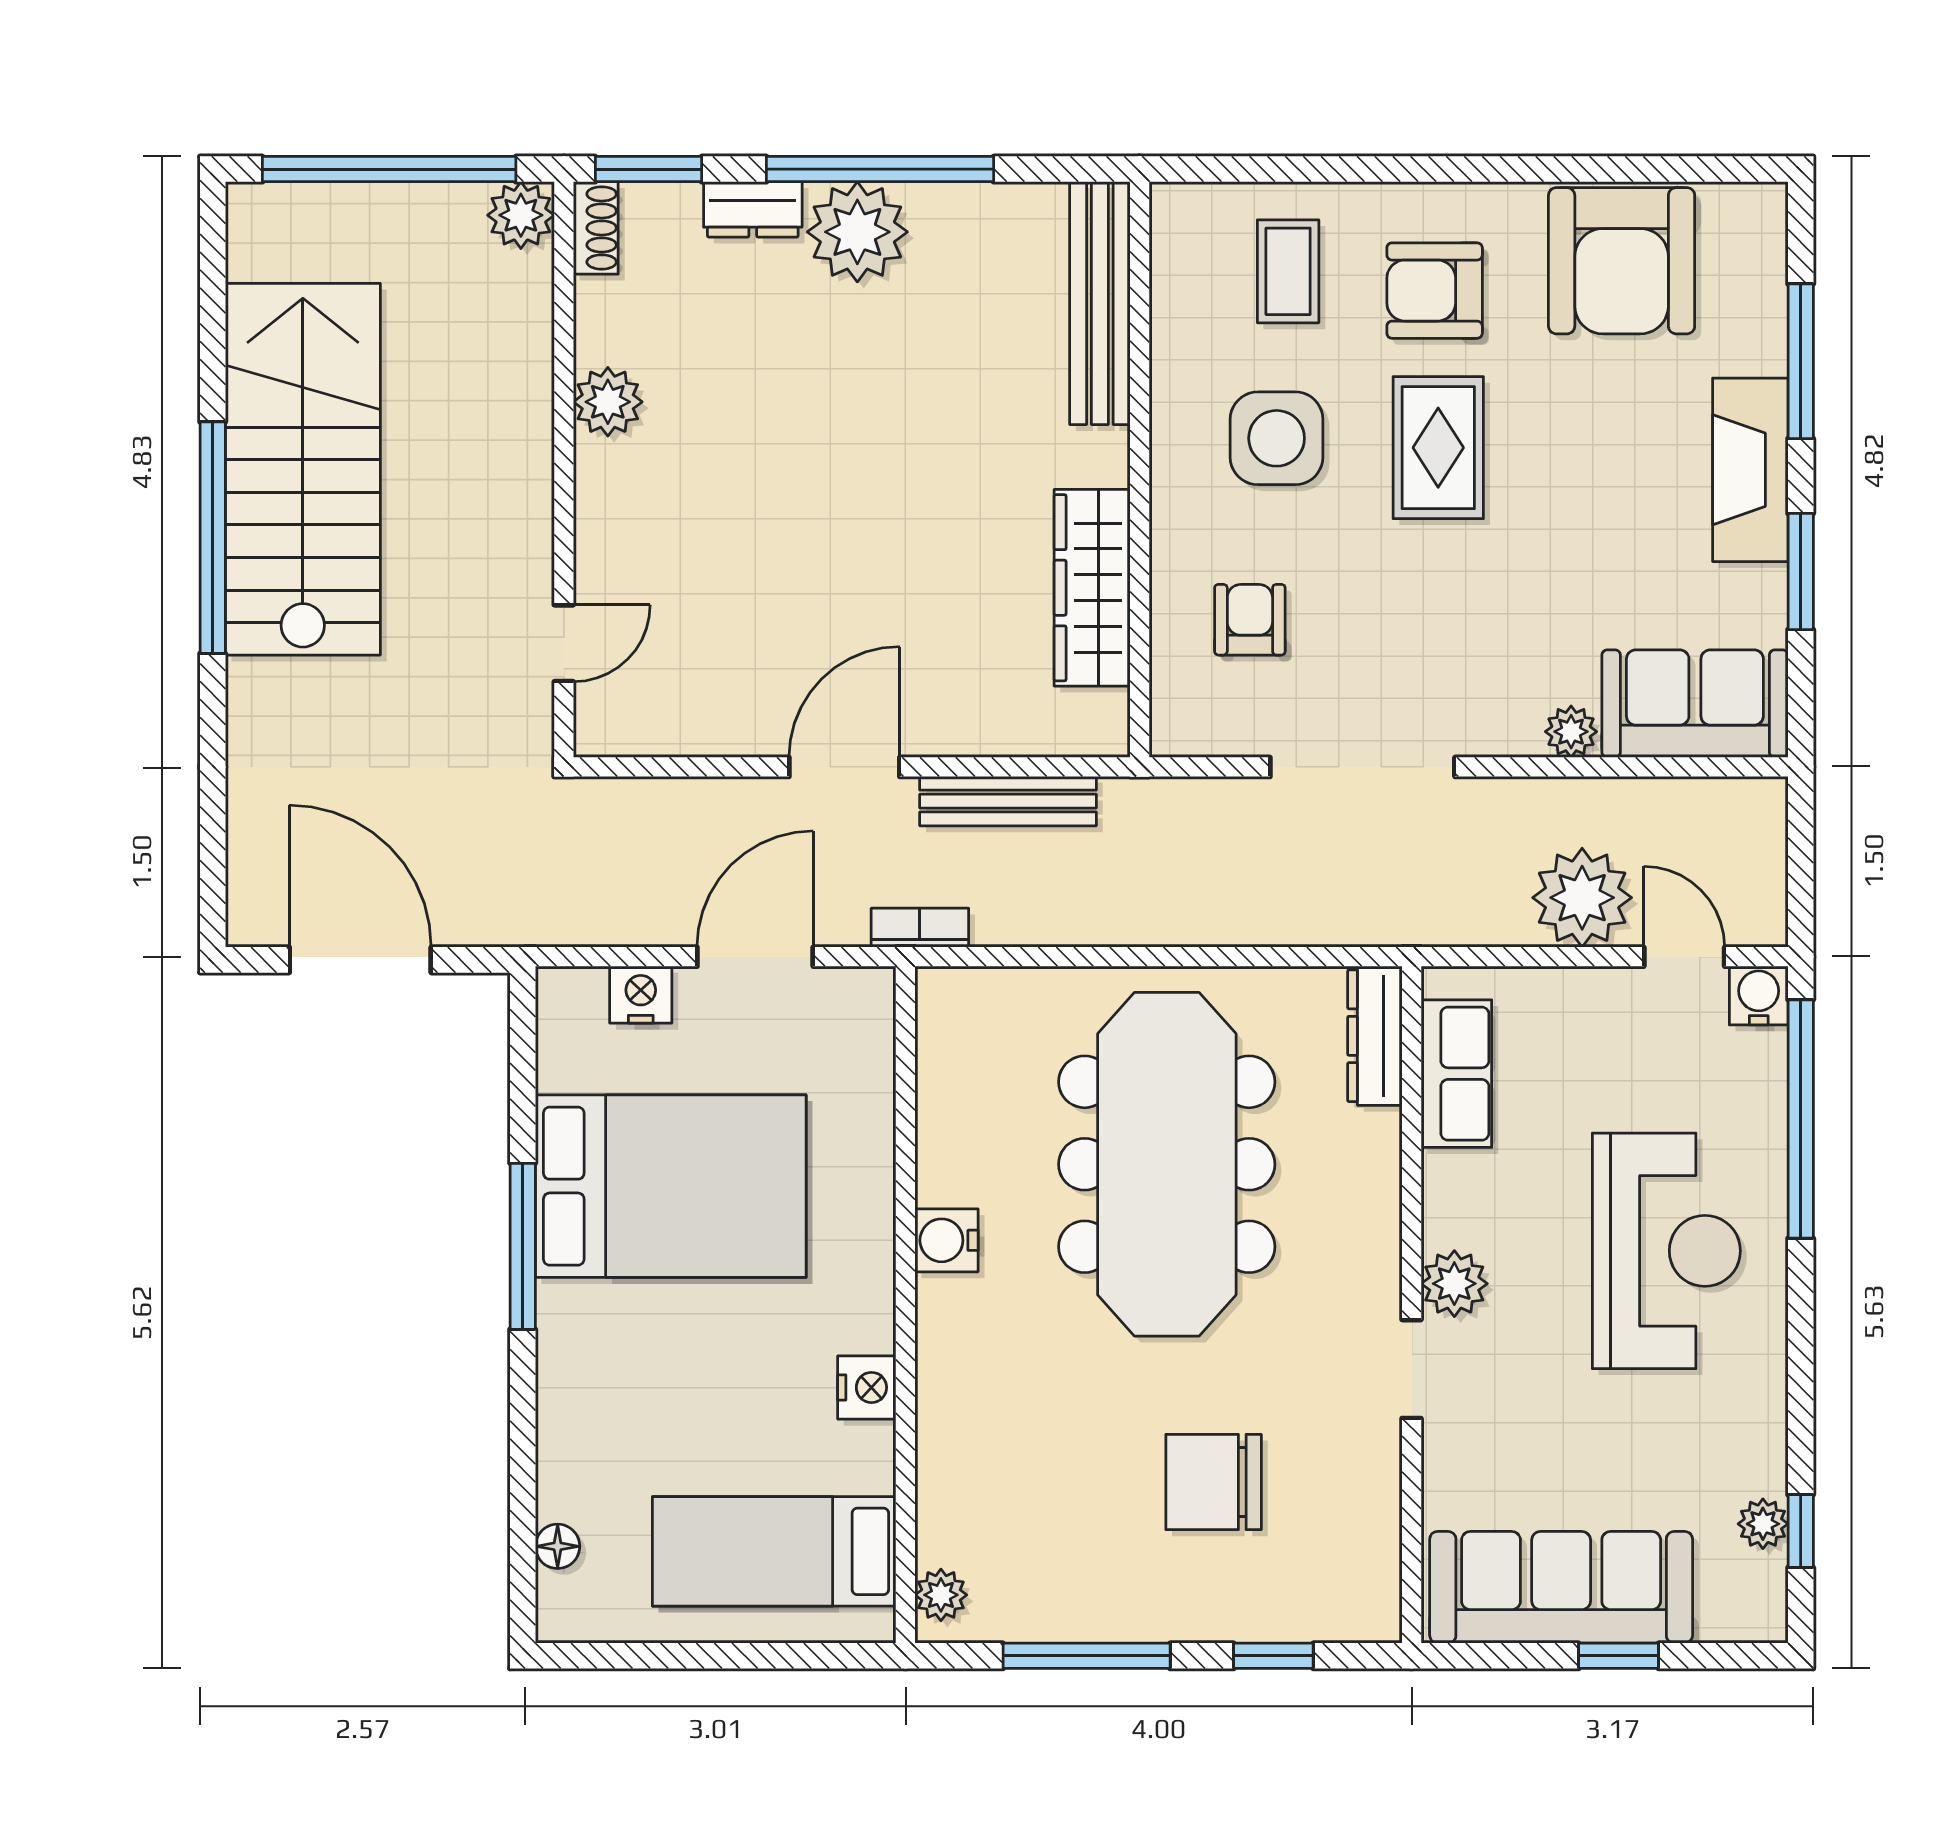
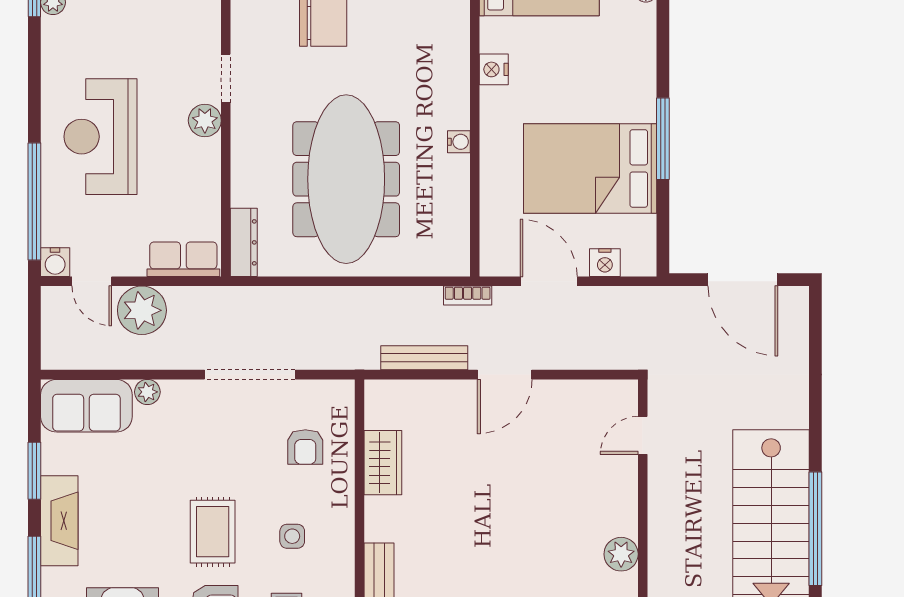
side table: (1277, 438) -> (292, 536), width x0.54, depth x0.54
window: (213, 538) -> (815, 529), moved
wardrobe: (1092, 588) -> (383, 463), width x0.67
door: (755, 957) -> (549, 281), swing flipped
row of seats: (1456, 1074) -> (183, 259), moved, turned 90
water cooler: (946, 1240) -> (459, 142), width x0.72, depth x0.72

